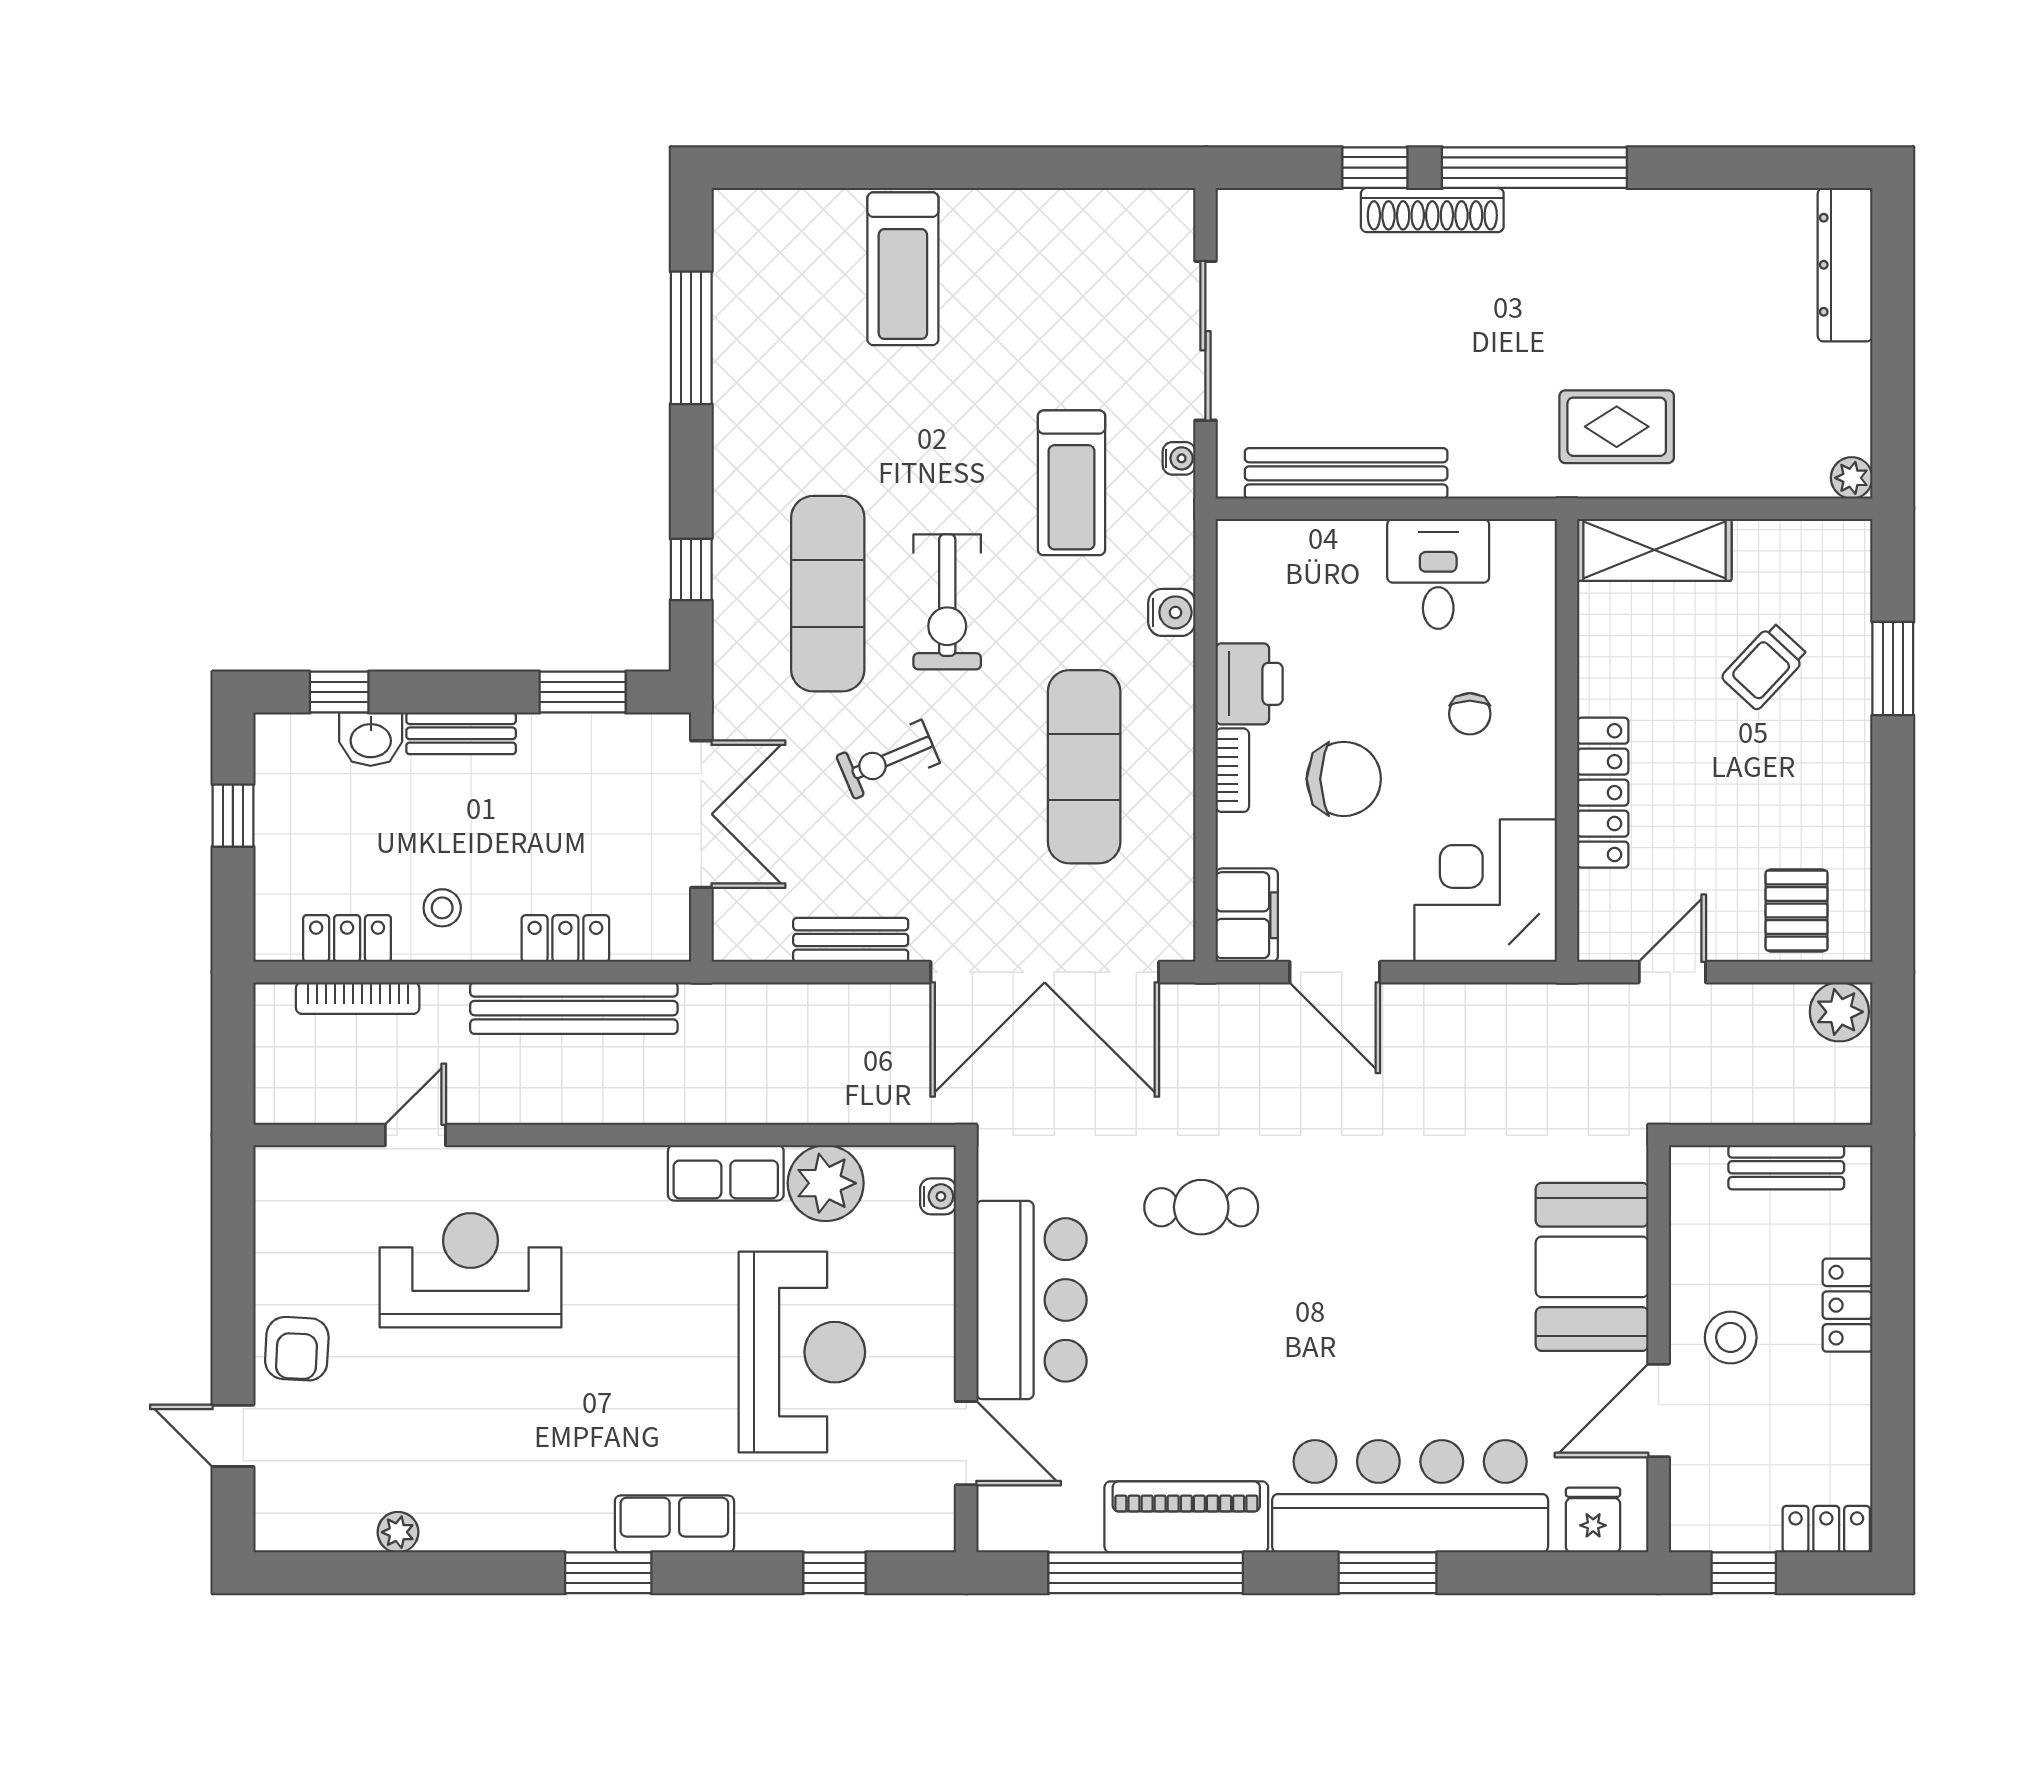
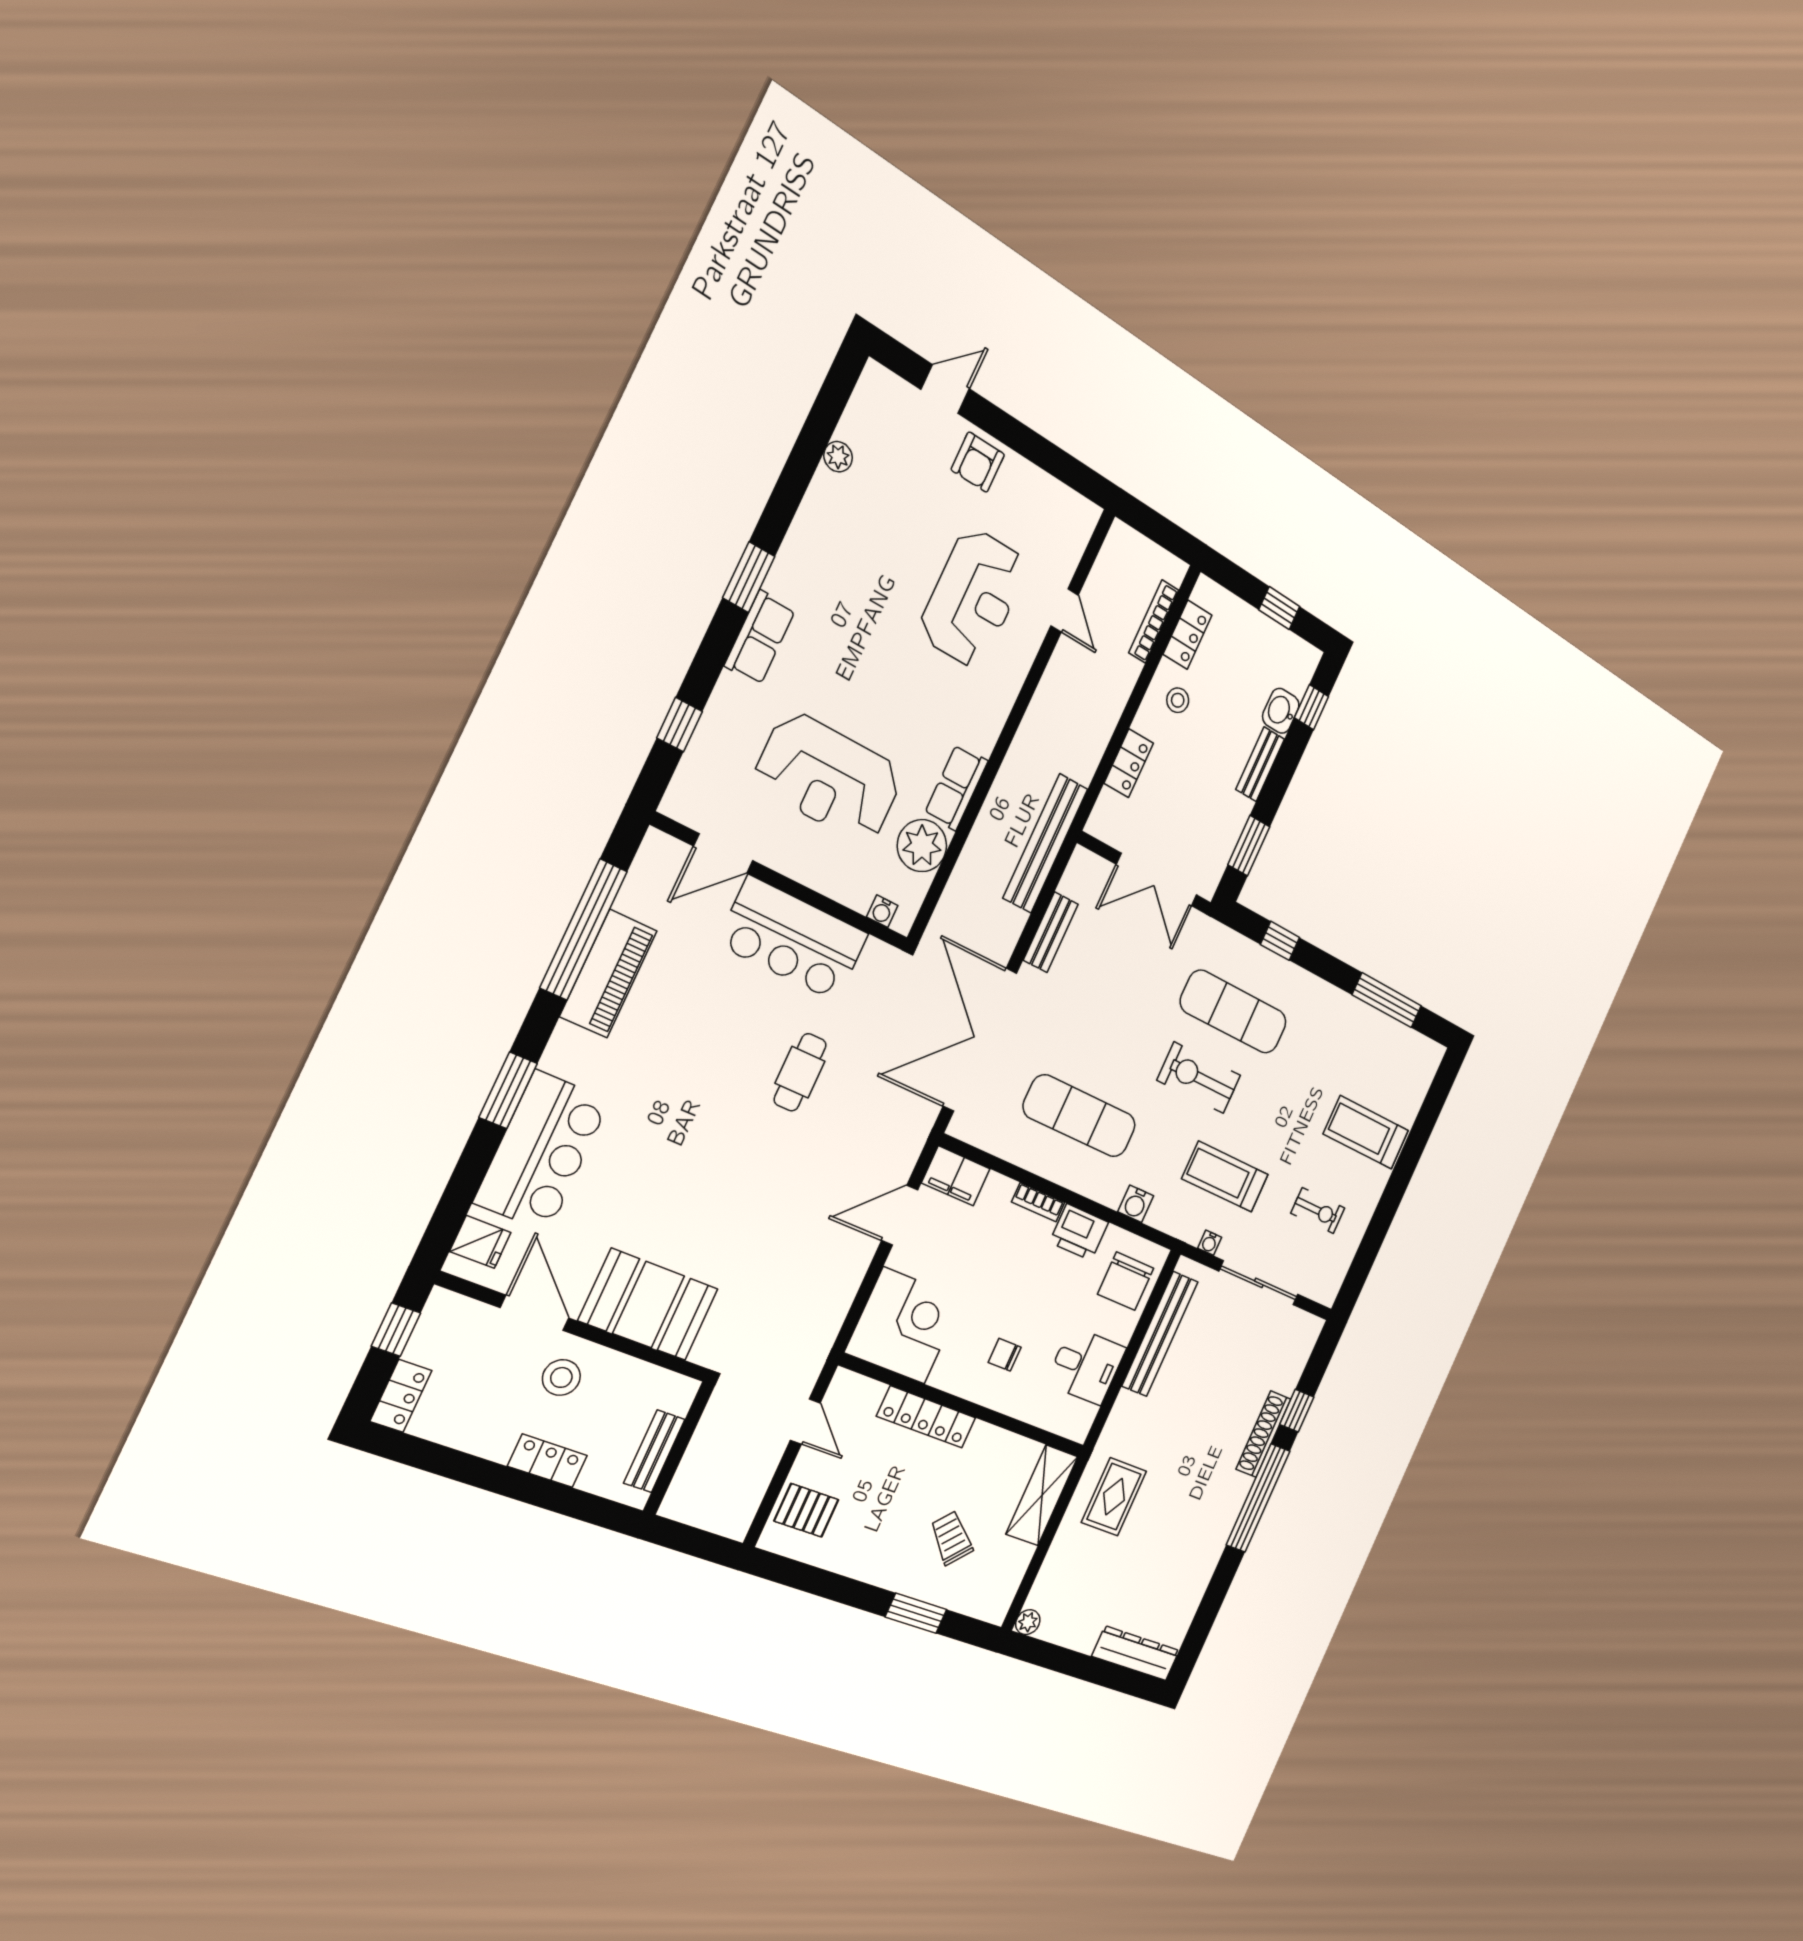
exercise bike: (888, 759) -> (1318, 1211), moved, turned 113
chair: (1344, 779) -> (1126, 1281), moved
bench: (574, 1008) -> (1045, 843), moved
plant: (1839, 1012) -> (734, 1517), removed
armchair: (297, 1349) -> (978, 462), turned -93
bar counter: (1410, 1496) -> (542, 1151), width x0.73

